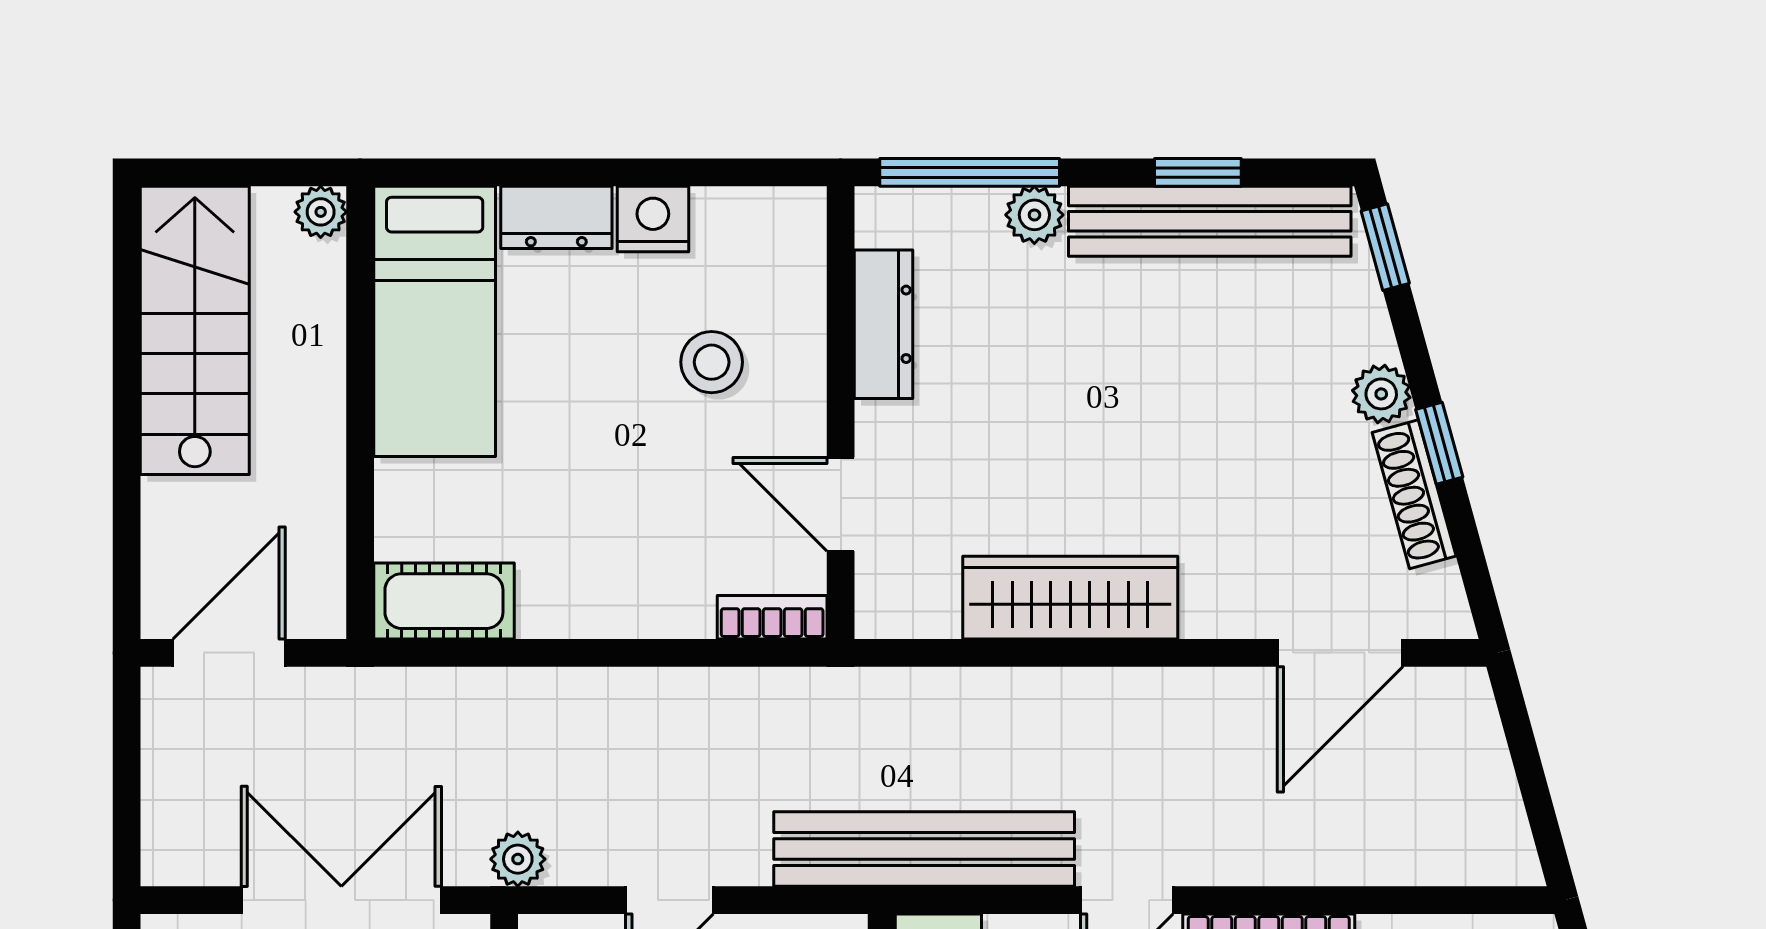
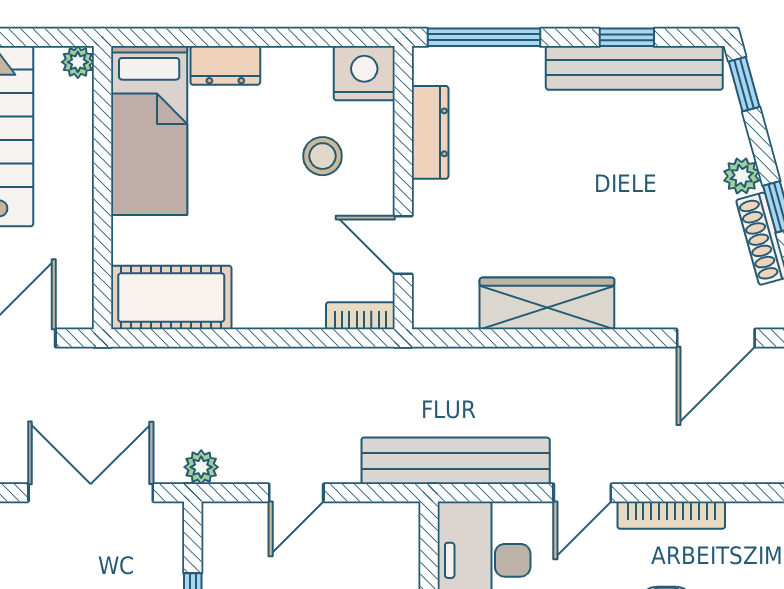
plant: (1034, 215) -> (525, 64), removed
nightstand: (653, 219) -> (364, 73), moved, width x1.36, depth x1.33
cot: (444, 601) -> (171, 298), width x1.37, depth x1.34

